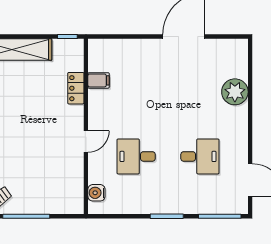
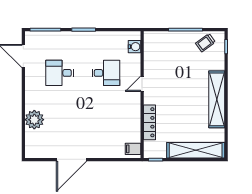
filing cabinet: (99, 80) -> (133, 149), moved
locker: (76, 88) -> (149, 122), width x1.53

